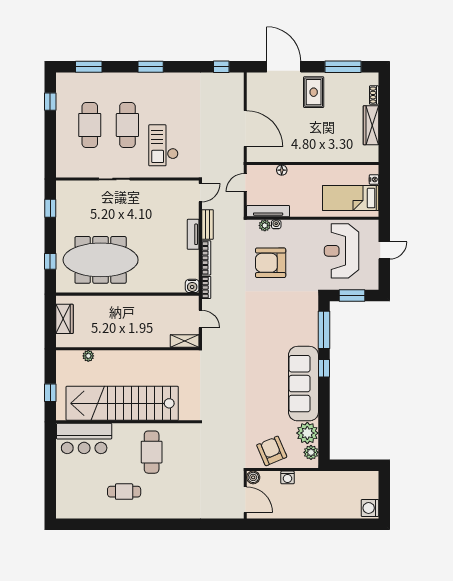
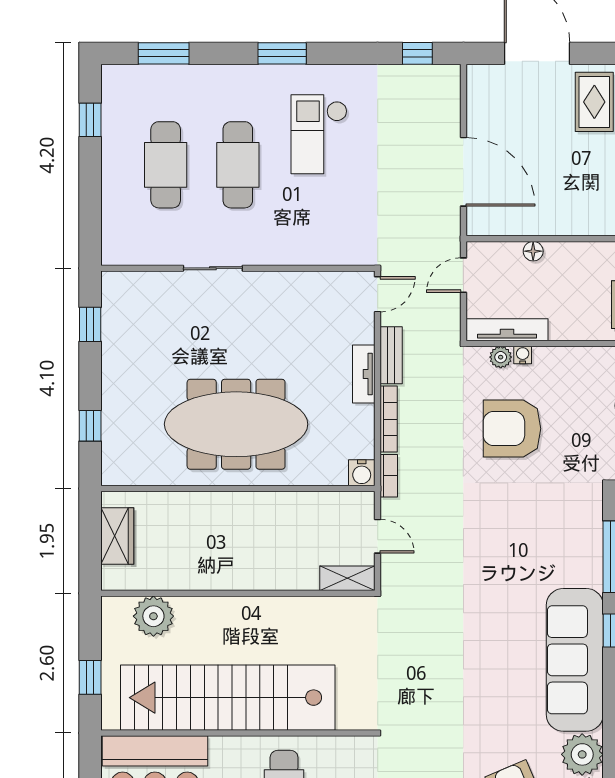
checkout: (163, 145) -> (319, 134), moved
meeting table: (101, 260) -> (236, 424), moved
plant: (88, 356) -> (153, 616), width x1.88, depth x1.88

